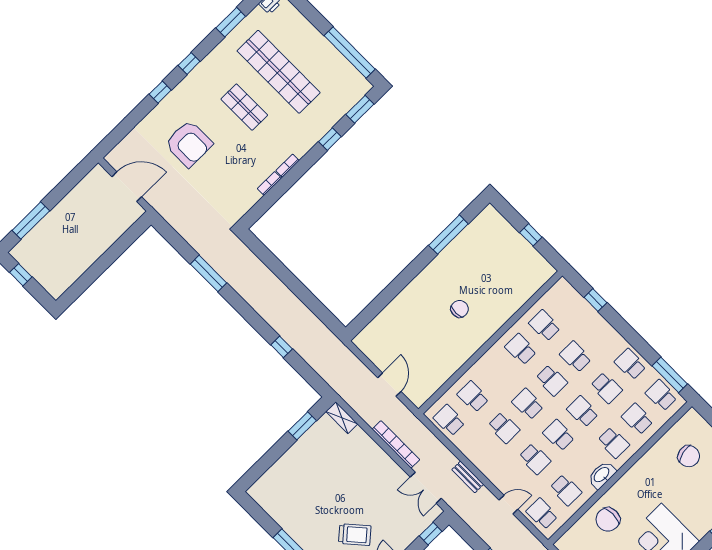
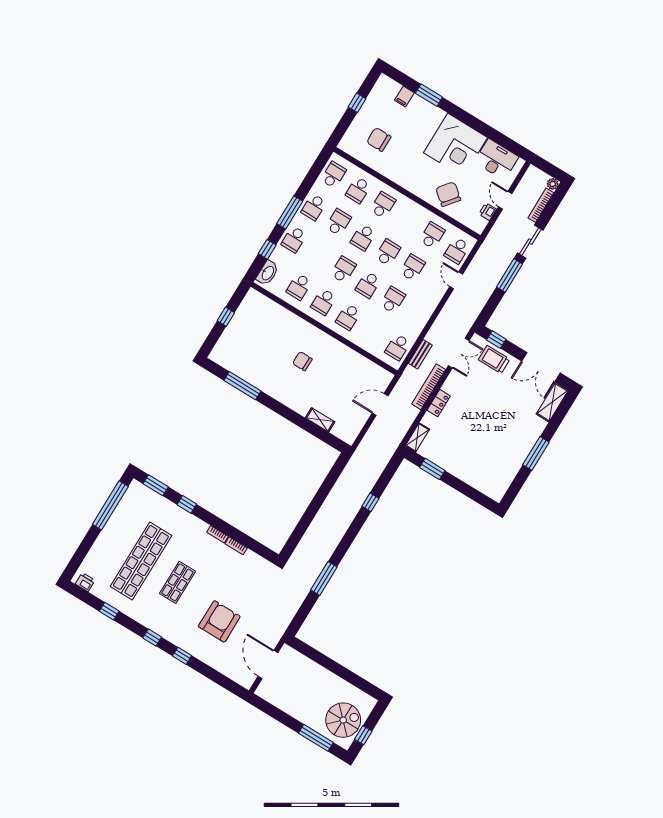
window: (231, 22) -> (109, 611), width x0.67
spiral stairs: (43, 256) -> (343, 720), added
shelving: (389, 313) -> (320, 420), added
school desk: (575, 357) -> (294, 239), moved
window: (670, 375) -> (290, 212), moved
school desk: (661, 395) -> (333, 175), turned 180
school desk: (473, 397) -> (348, 317), moved
school desk: (559, 435) -> (388, 252), turned 180
locker: (375, 451) -> (439, 403), added
chair: (689, 456) -> (379, 139), turned -78
washbasin: (602, 475) -> (268, 273), moved, turned -90
bench: (468, 477) -> (420, 354), moved
chair: (608, 519) -> (448, 194), turned -141
trolley: (355, 535) -> (494, 360), moved, turned -49

